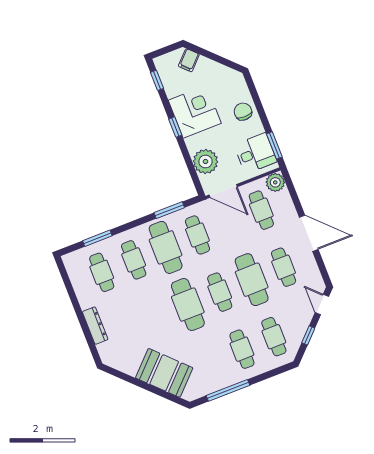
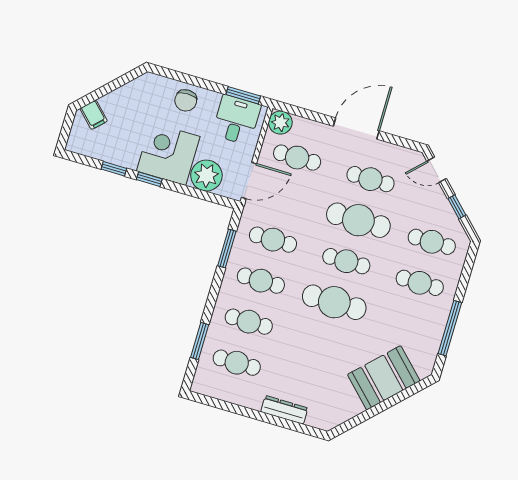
window: (157, 80) -> (114, 169), moved
corner desk: (195, 112) -> (168, 154), moved
chair: (243, 112) -> (186, 100), turned -90
cafe table: (166, 247) -> (261, 281), width x0.73, depth x0.74

